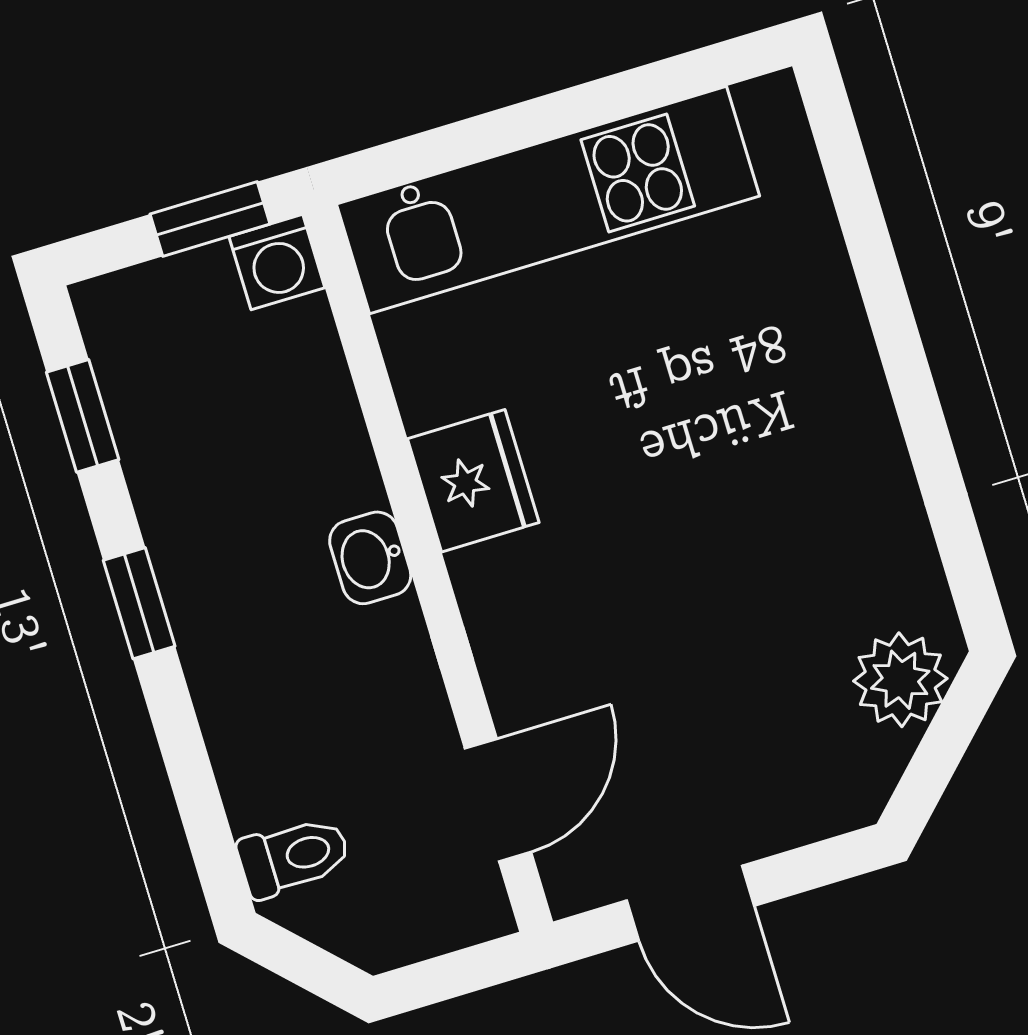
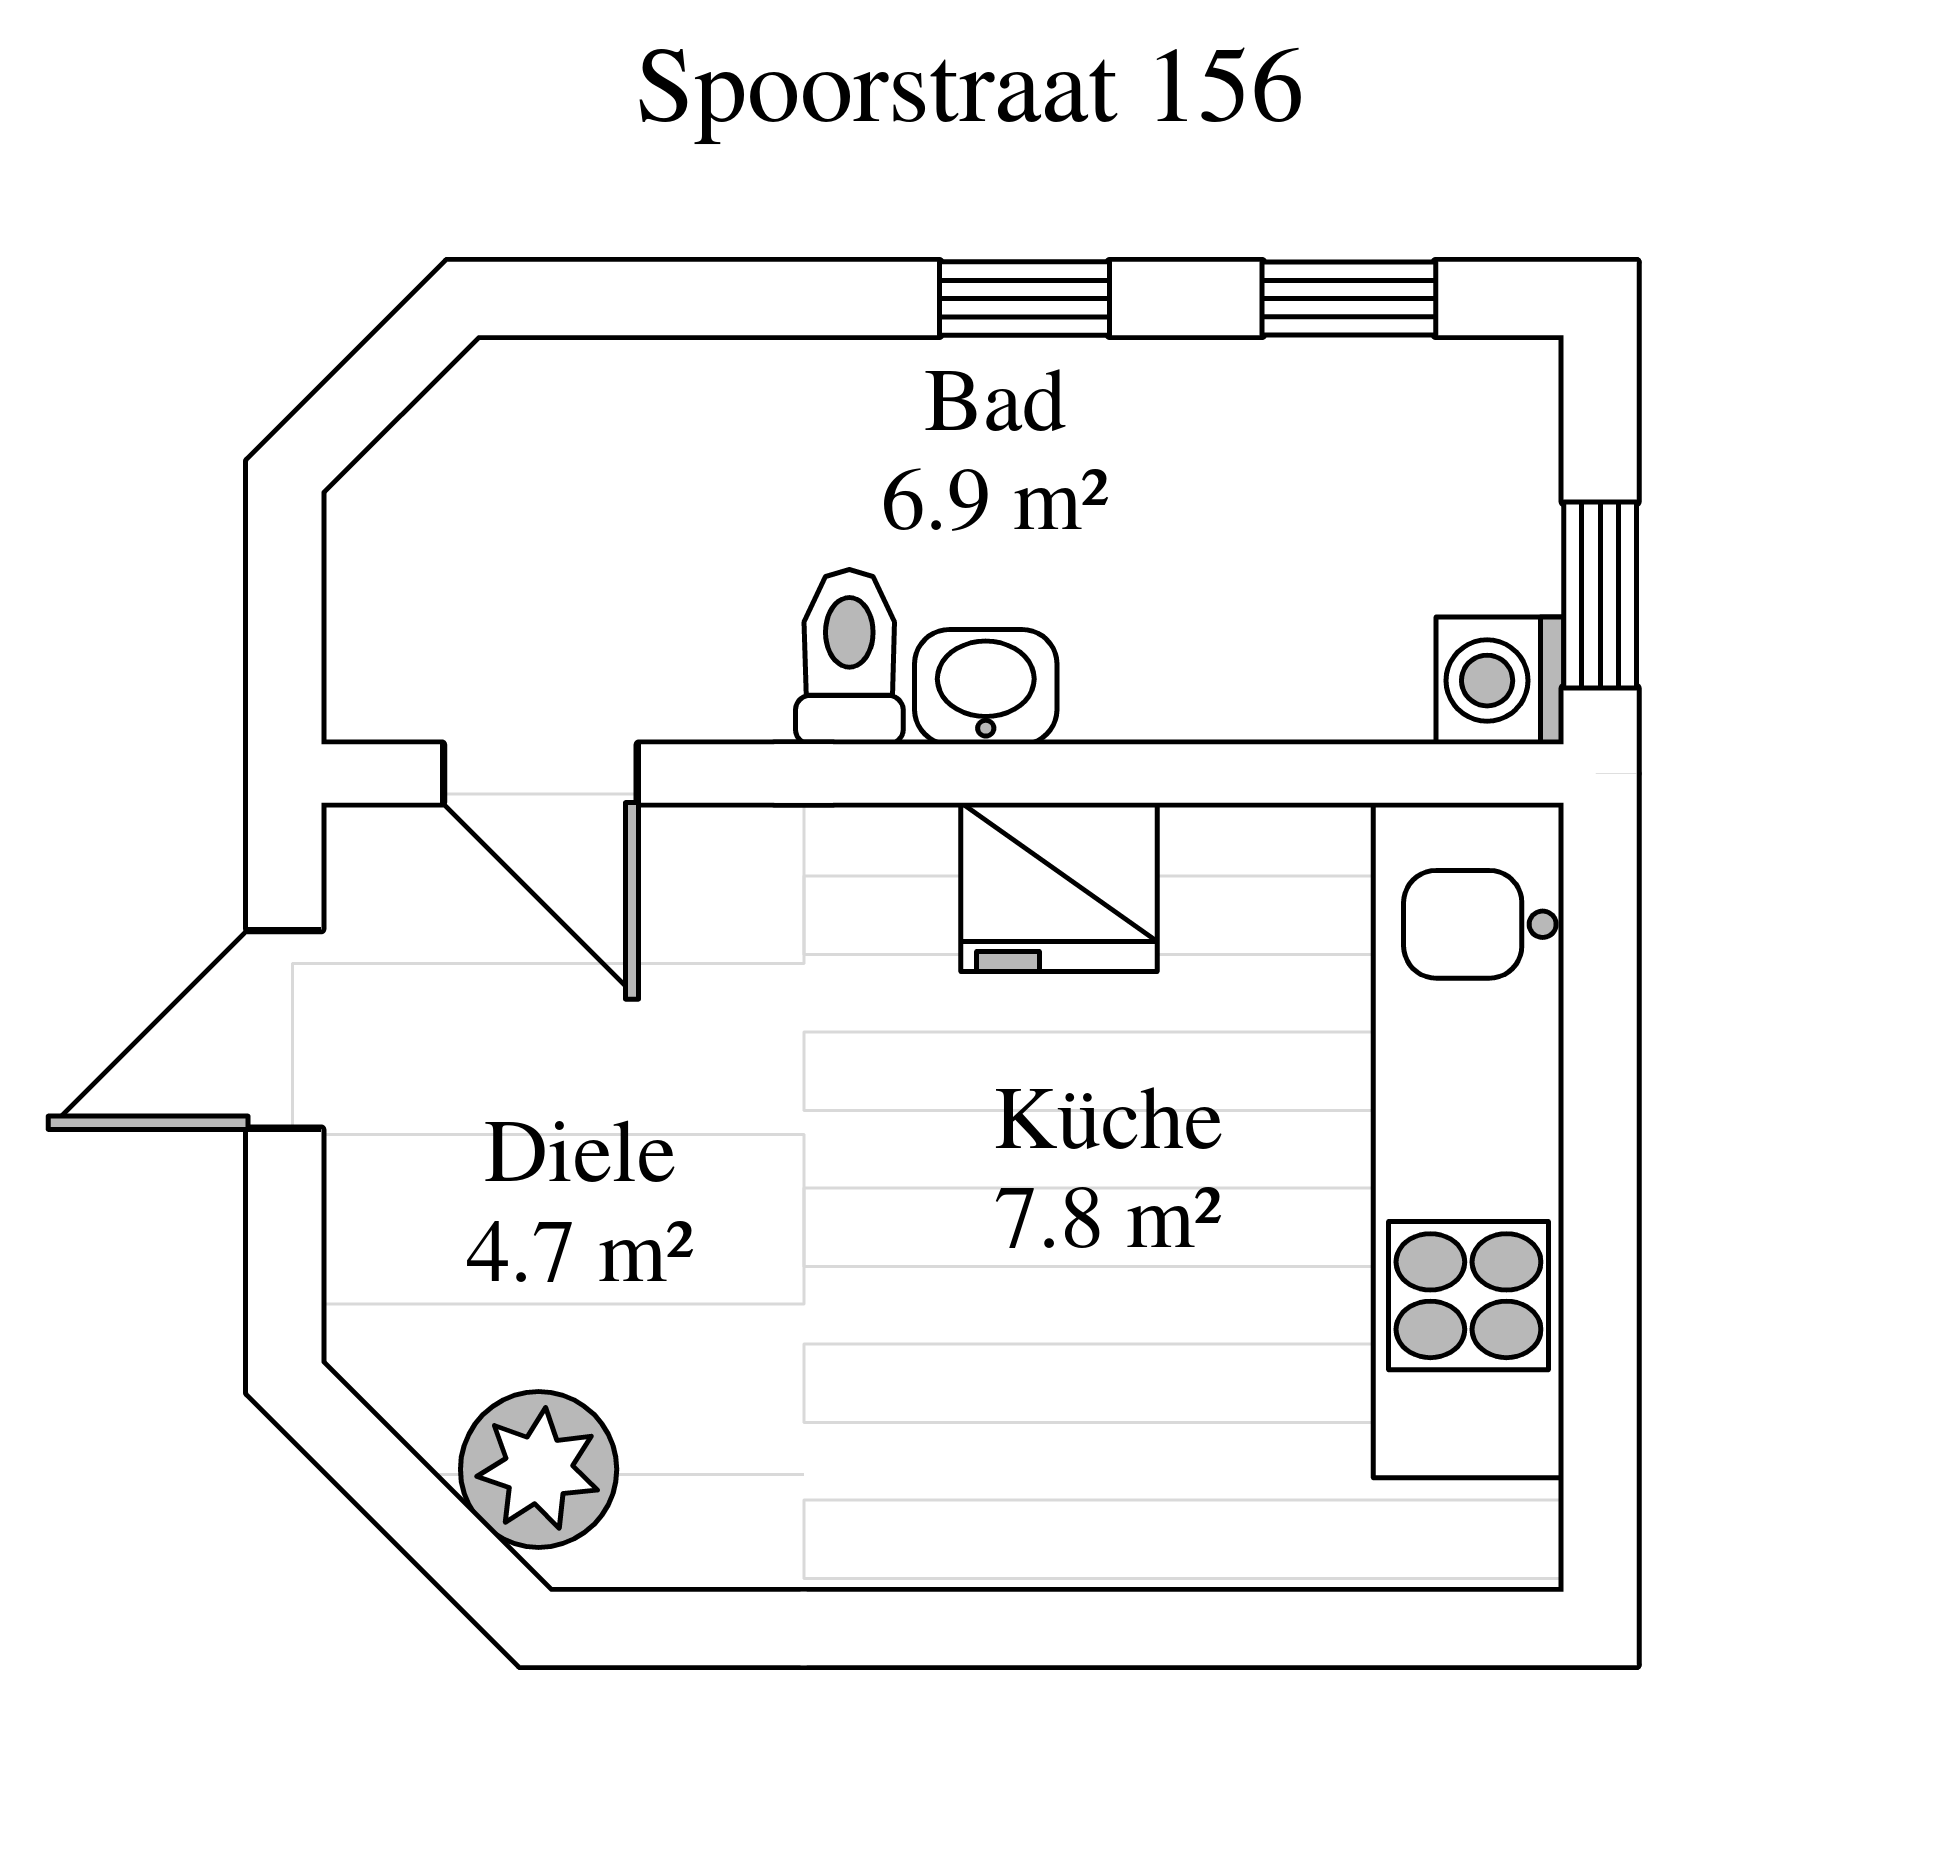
toilet: (294, 857) -> (849, 657), moved, turned 180

